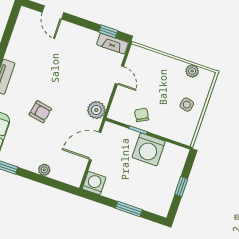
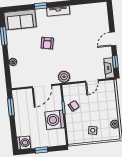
door: (53, 12) -> (113, 39), moved
door: (95, 146) -> (42, 86), swing flipped
washing machine: (94, 183) -> (24, 143), moved
window: (129, 209) -> (11, 107), moved

